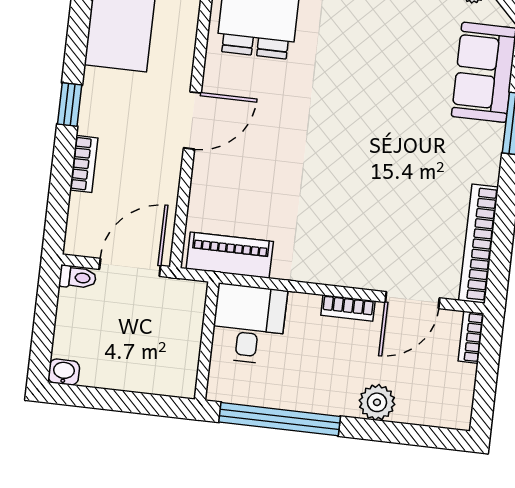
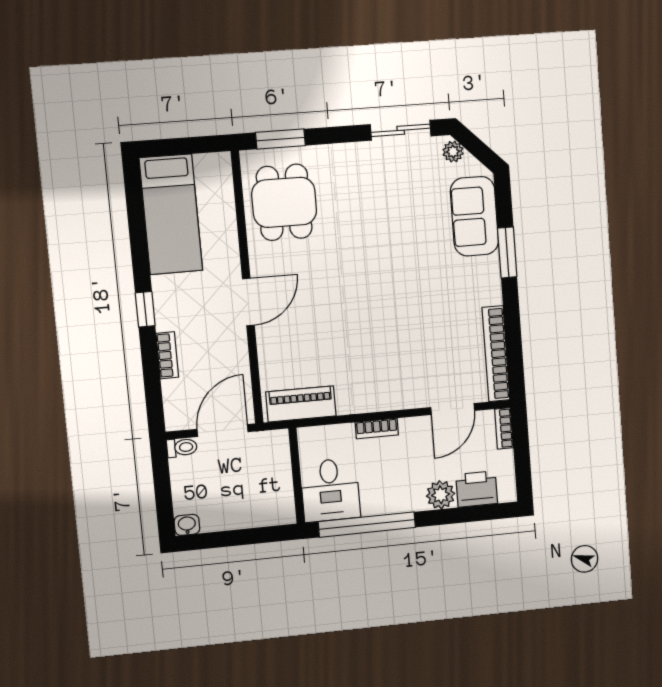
bookcase: (348, 308) -> (377, 429), moved
desk: (249, 324) -> (330, 490), moved, turned 180
printer: (423, 405) -> (477, 489), added

